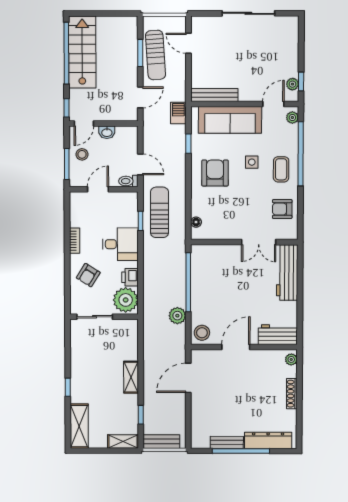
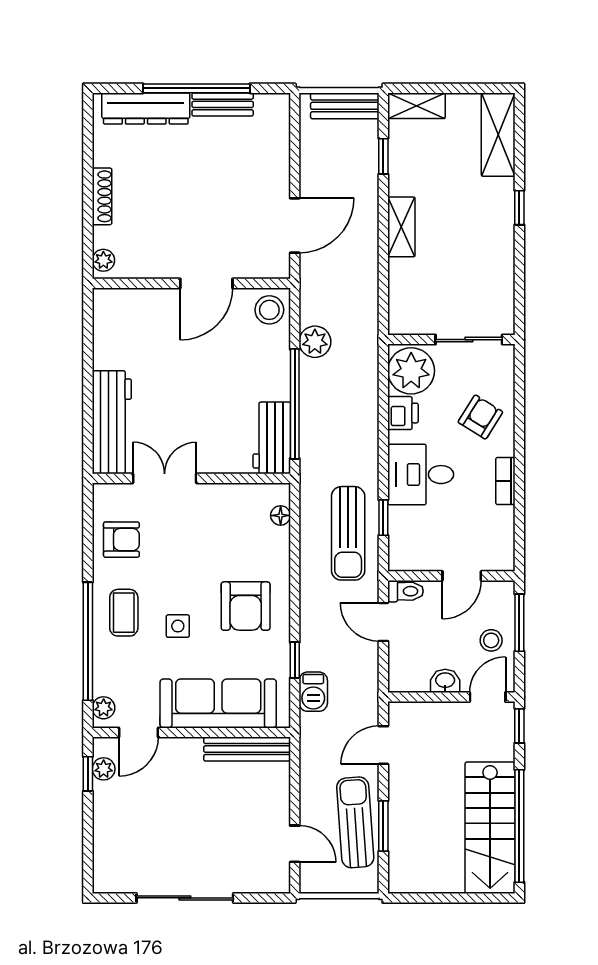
barbecue: (178, 113) -> (313, 692), moved
workbench: (278, 335) -> (272, 438), moved, turned 90

